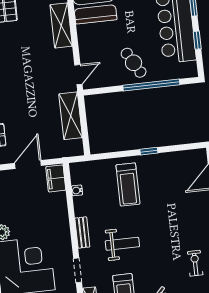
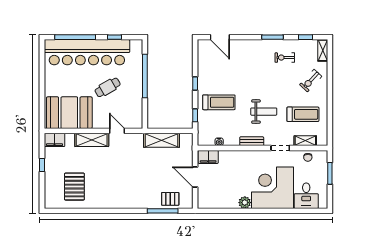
cafe table: (134, 63) -> (108, 87), moved
door: (78, 75) -> (117, 131), moved
window: (108, 156) -> (195, 115), added
weight bench: (122, 244) -> (264, 112), turned 90

